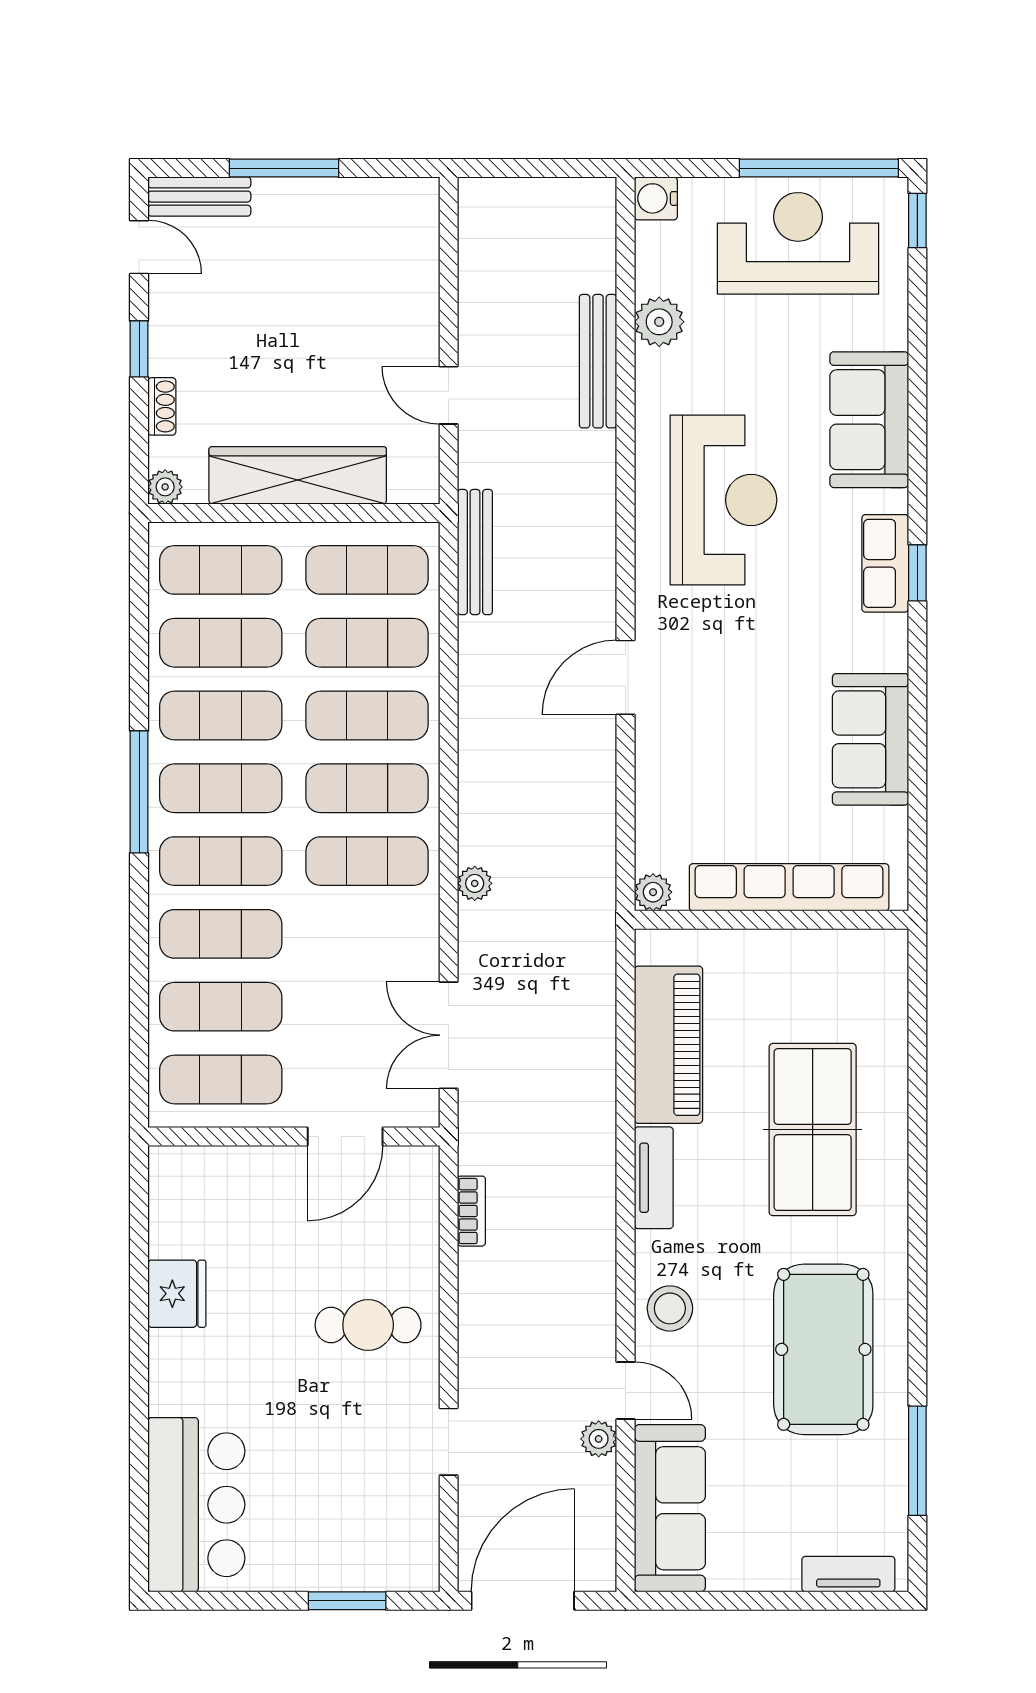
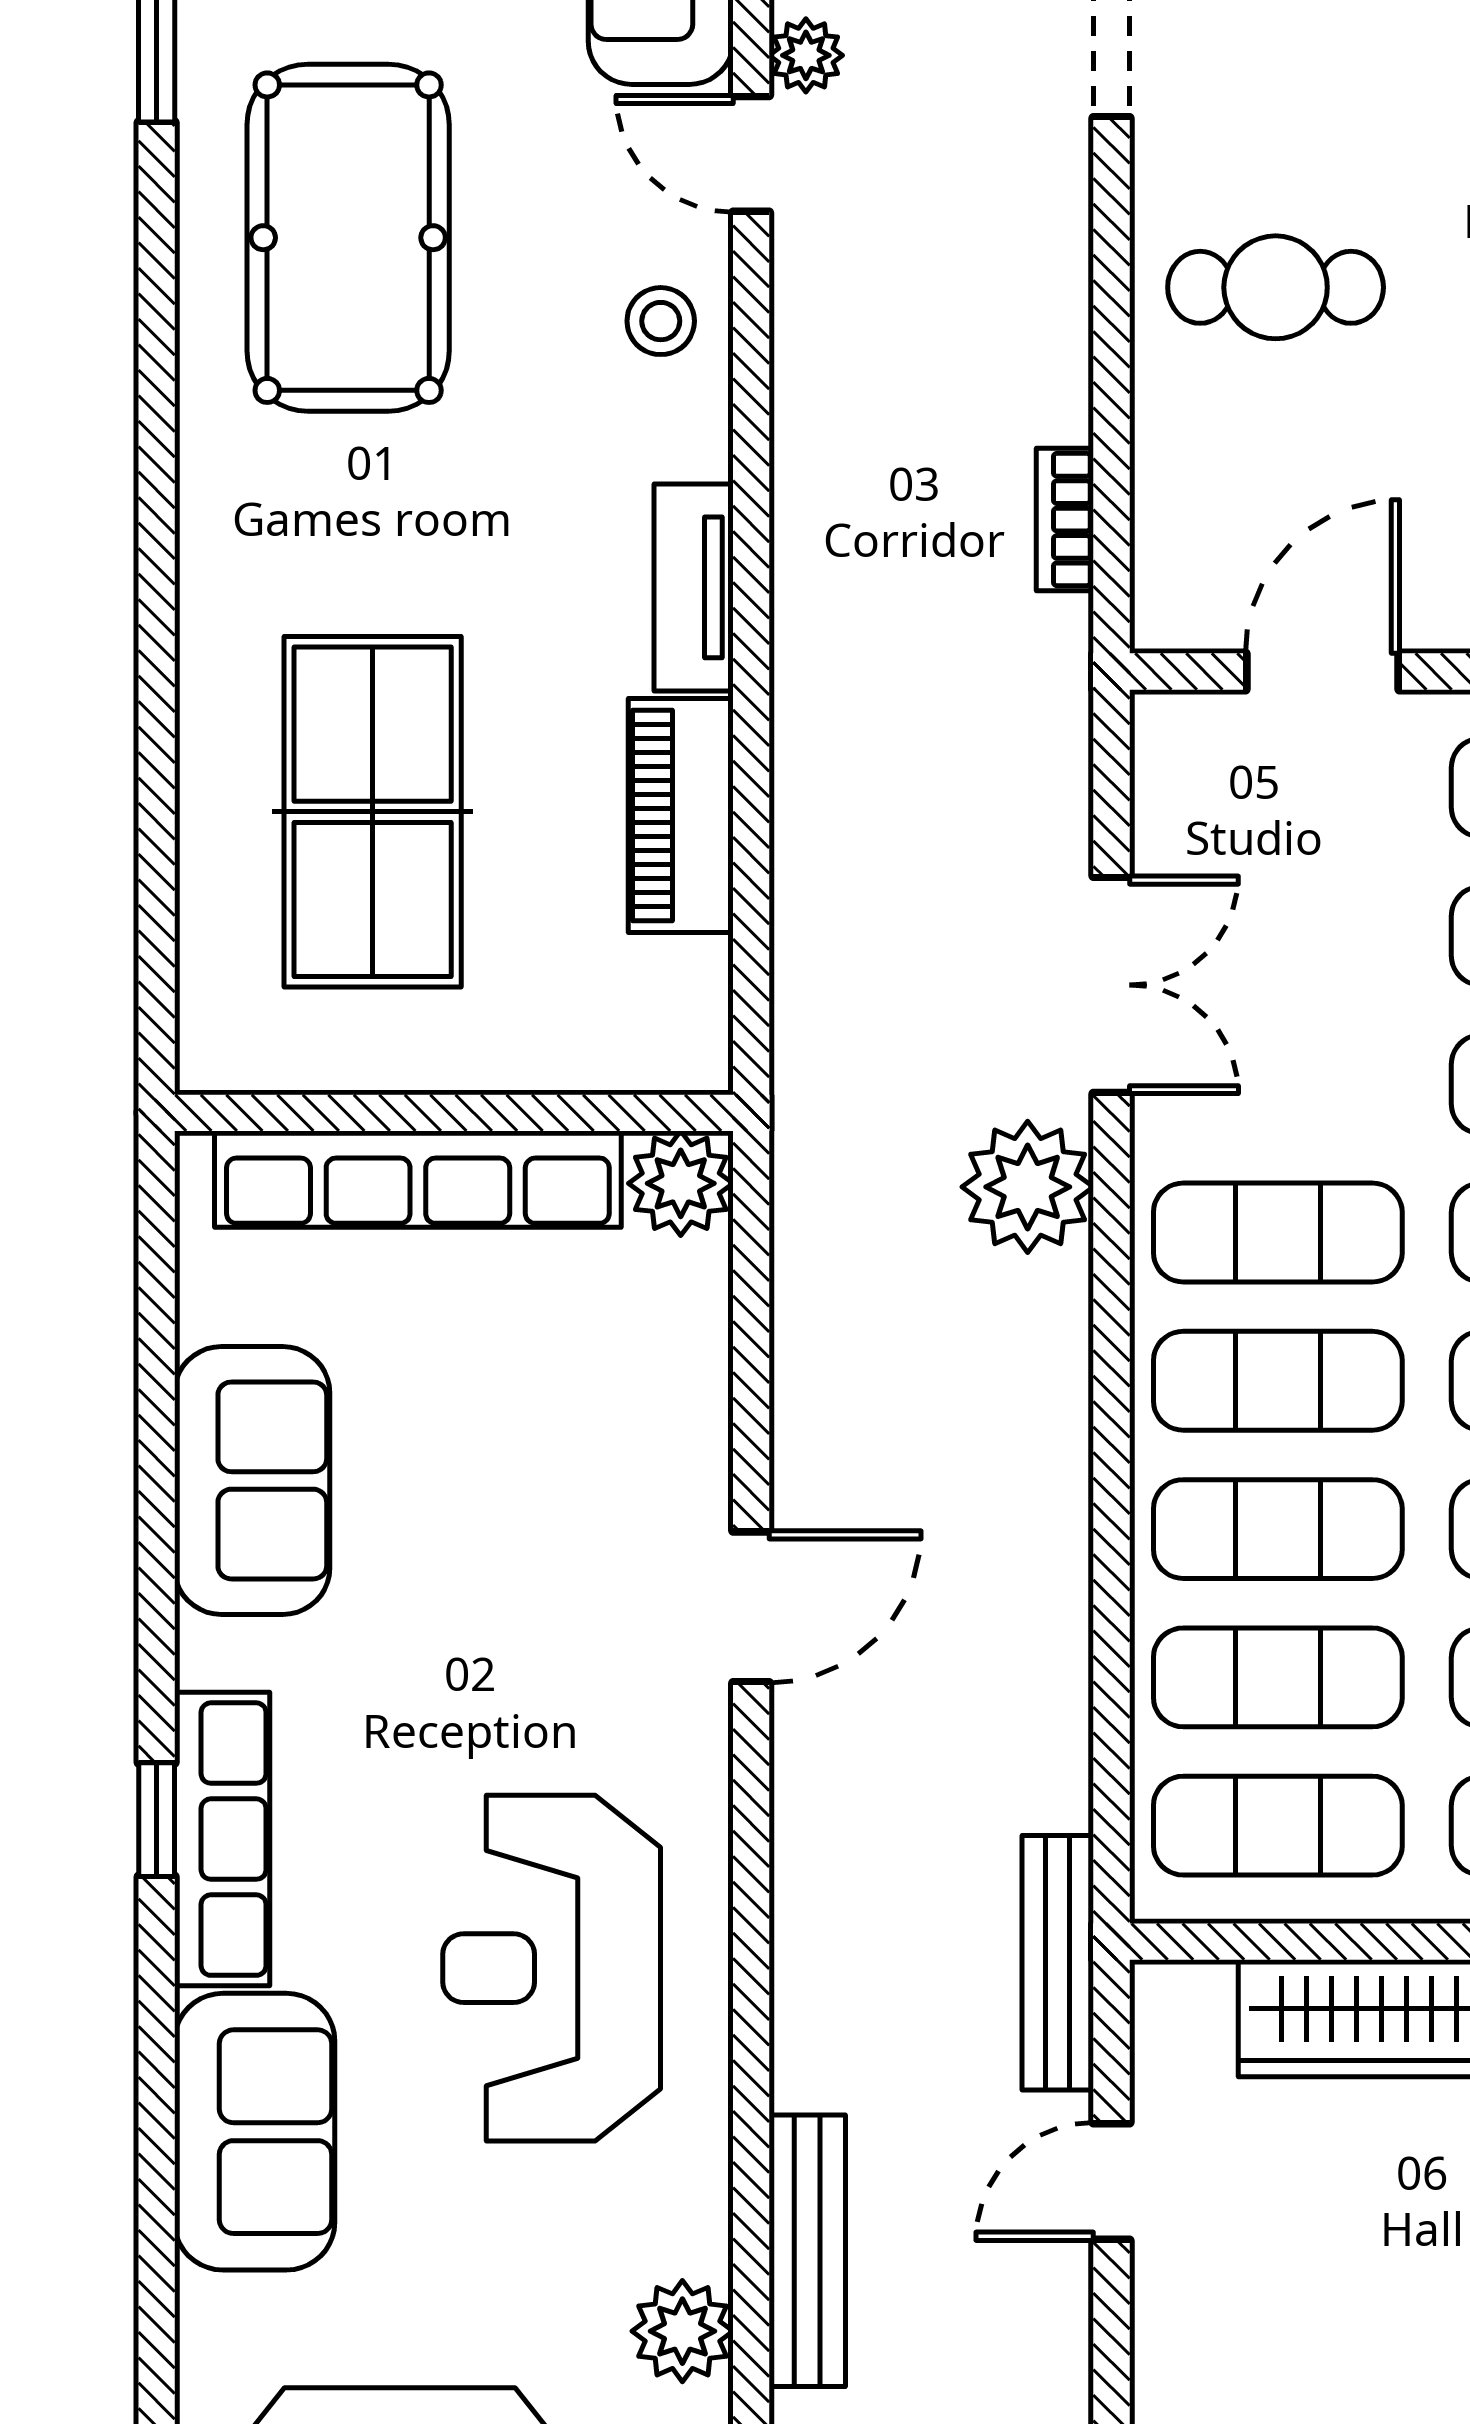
door: (449, 395) -> (1111, 2181), swing flipped
bench: (475, 552) -> (1058, 1963), moved
row of seats: (885, 563) -> (222, 1839), width x1.48
plant: (475, 883) -> (1028, 1187), width x1.88, depth x1.88
plant: (653, 892) -> (681, 1183), width x1.38, depth x1.38
double door: (449, 1035) -> (1111, 985), moved
piano: (668, 1045) -> (681, 815), width x0.73, depth x0.75
table tennis table: (813, 1130) -> (373, 812), moved
stool: (670, 1308) -> (661, 321), width x0.73, depth x0.73

